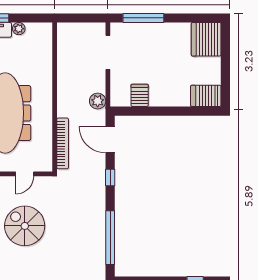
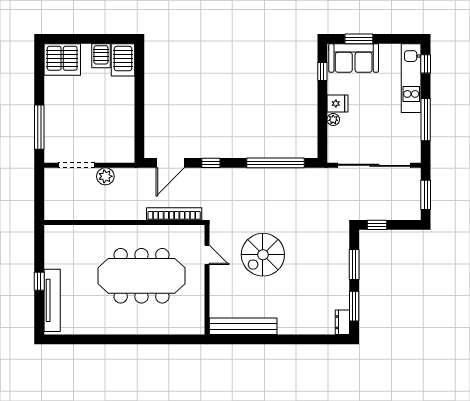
plant: (19, 29) -> (51, 261), removed
server rack: (140, 95) -> (101, 56), moved, turned -90
plant: (98, 101) -> (105, 176), moved

